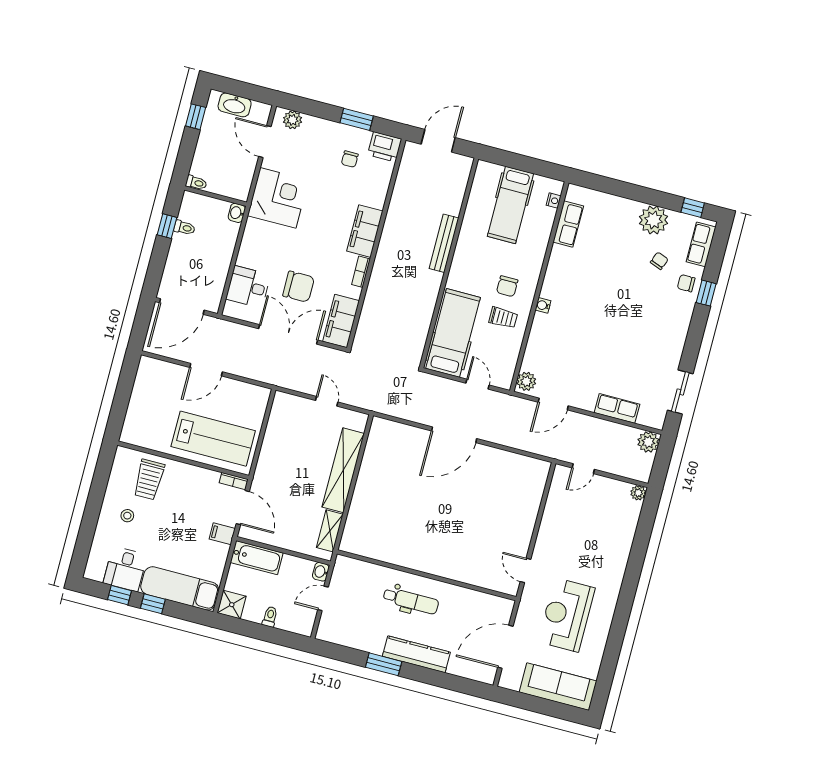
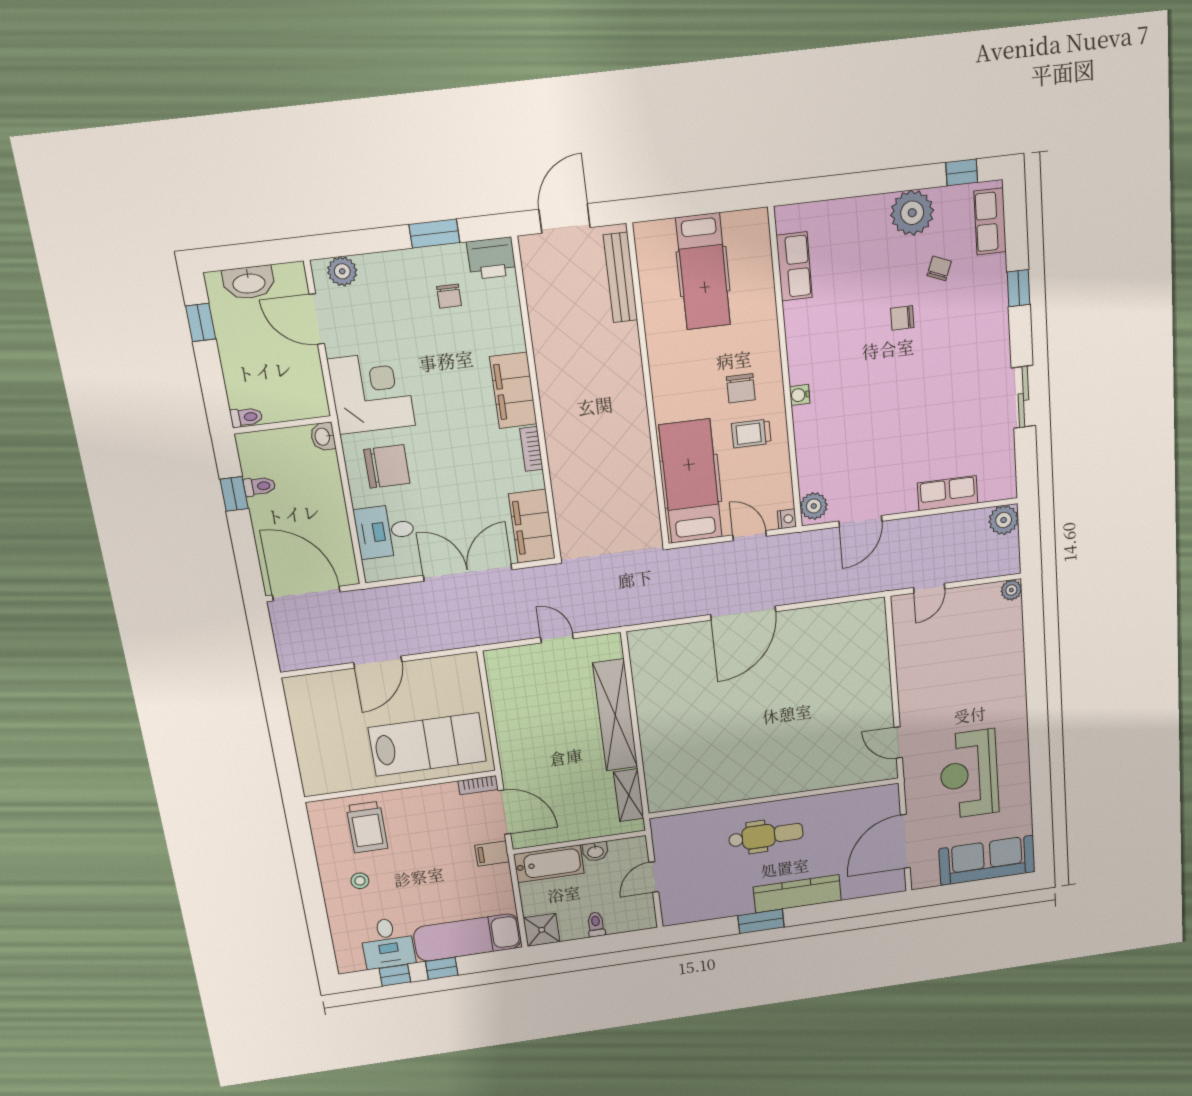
nightstand: (554, 201) -> (787, 519), moved
bench: (444, 243) -> (621, 278), moved
chair: (686, 283) -> (902, 318), moved
chair: (299, 287) -> (387, 466), moved
door: (182, 306) -> (306, 594), swing flipped
trolley: (503, 318) -> (751, 433), turned 180
sliding door: (680, 392) -> (1023, 397), moved
washbasin: (321, 572) -> (595, 852), moved, turned -90

